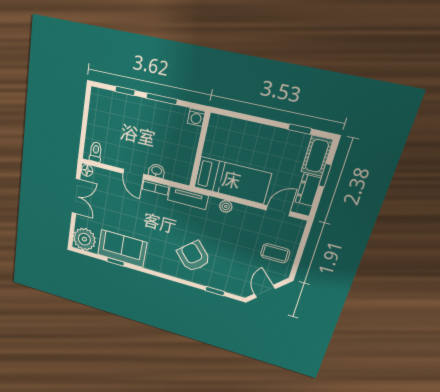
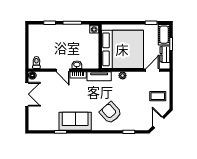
bed: (232, 180) -> (122, 49), width x2.04
plant: (84, 239) -> (37, 122), removed
sofa: (122, 249) -> (75, 121), moved

